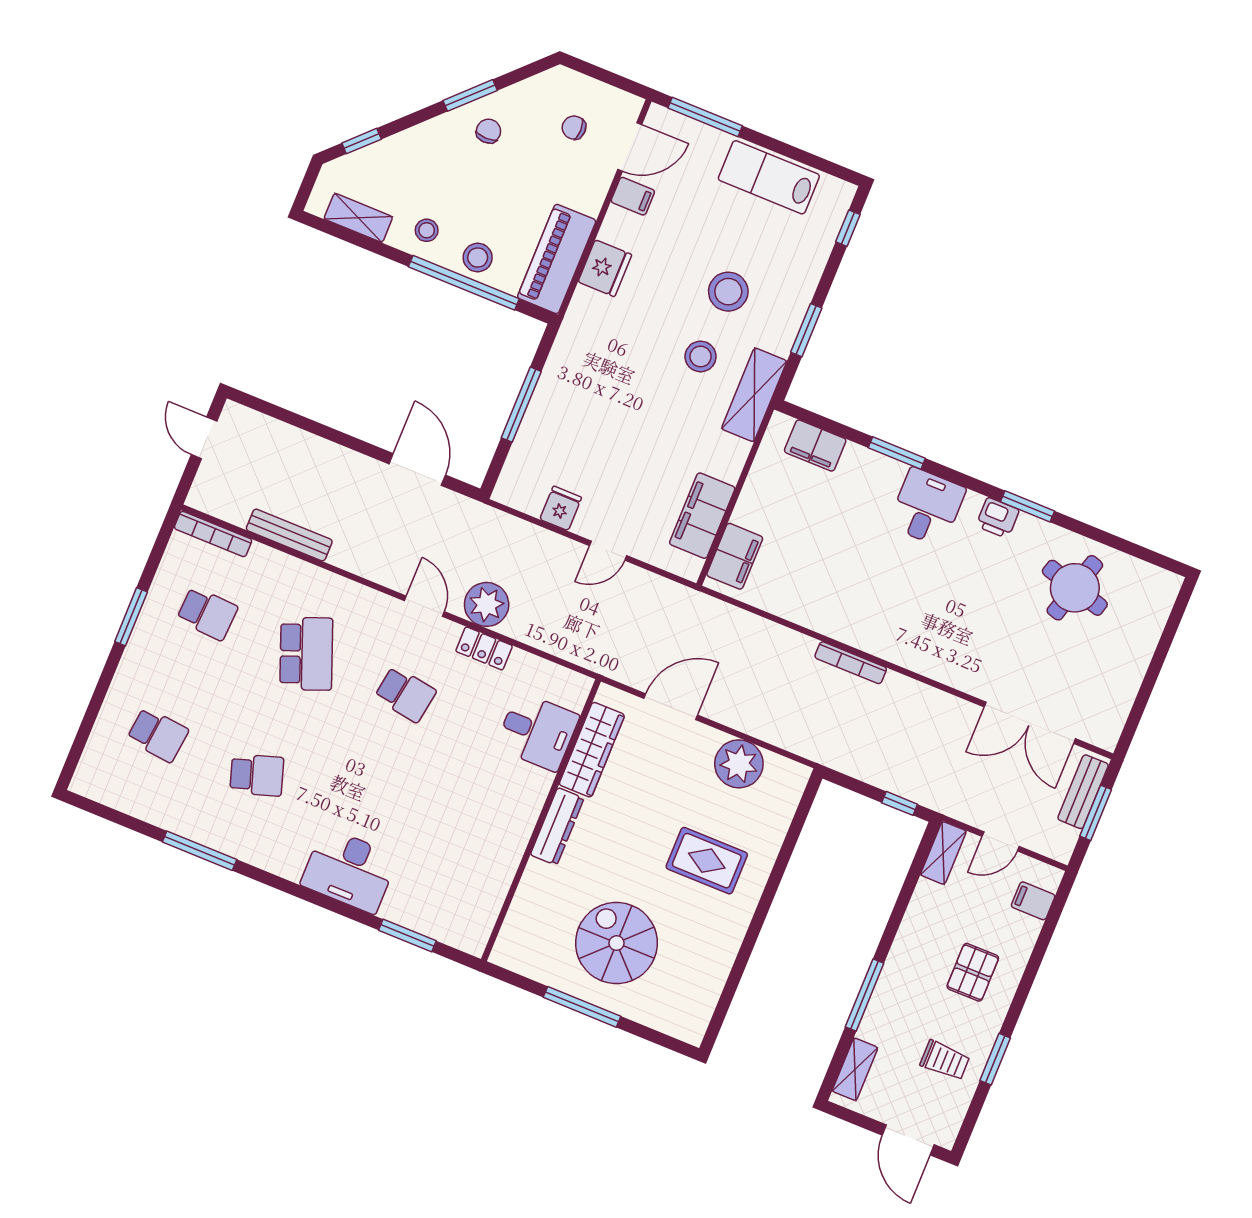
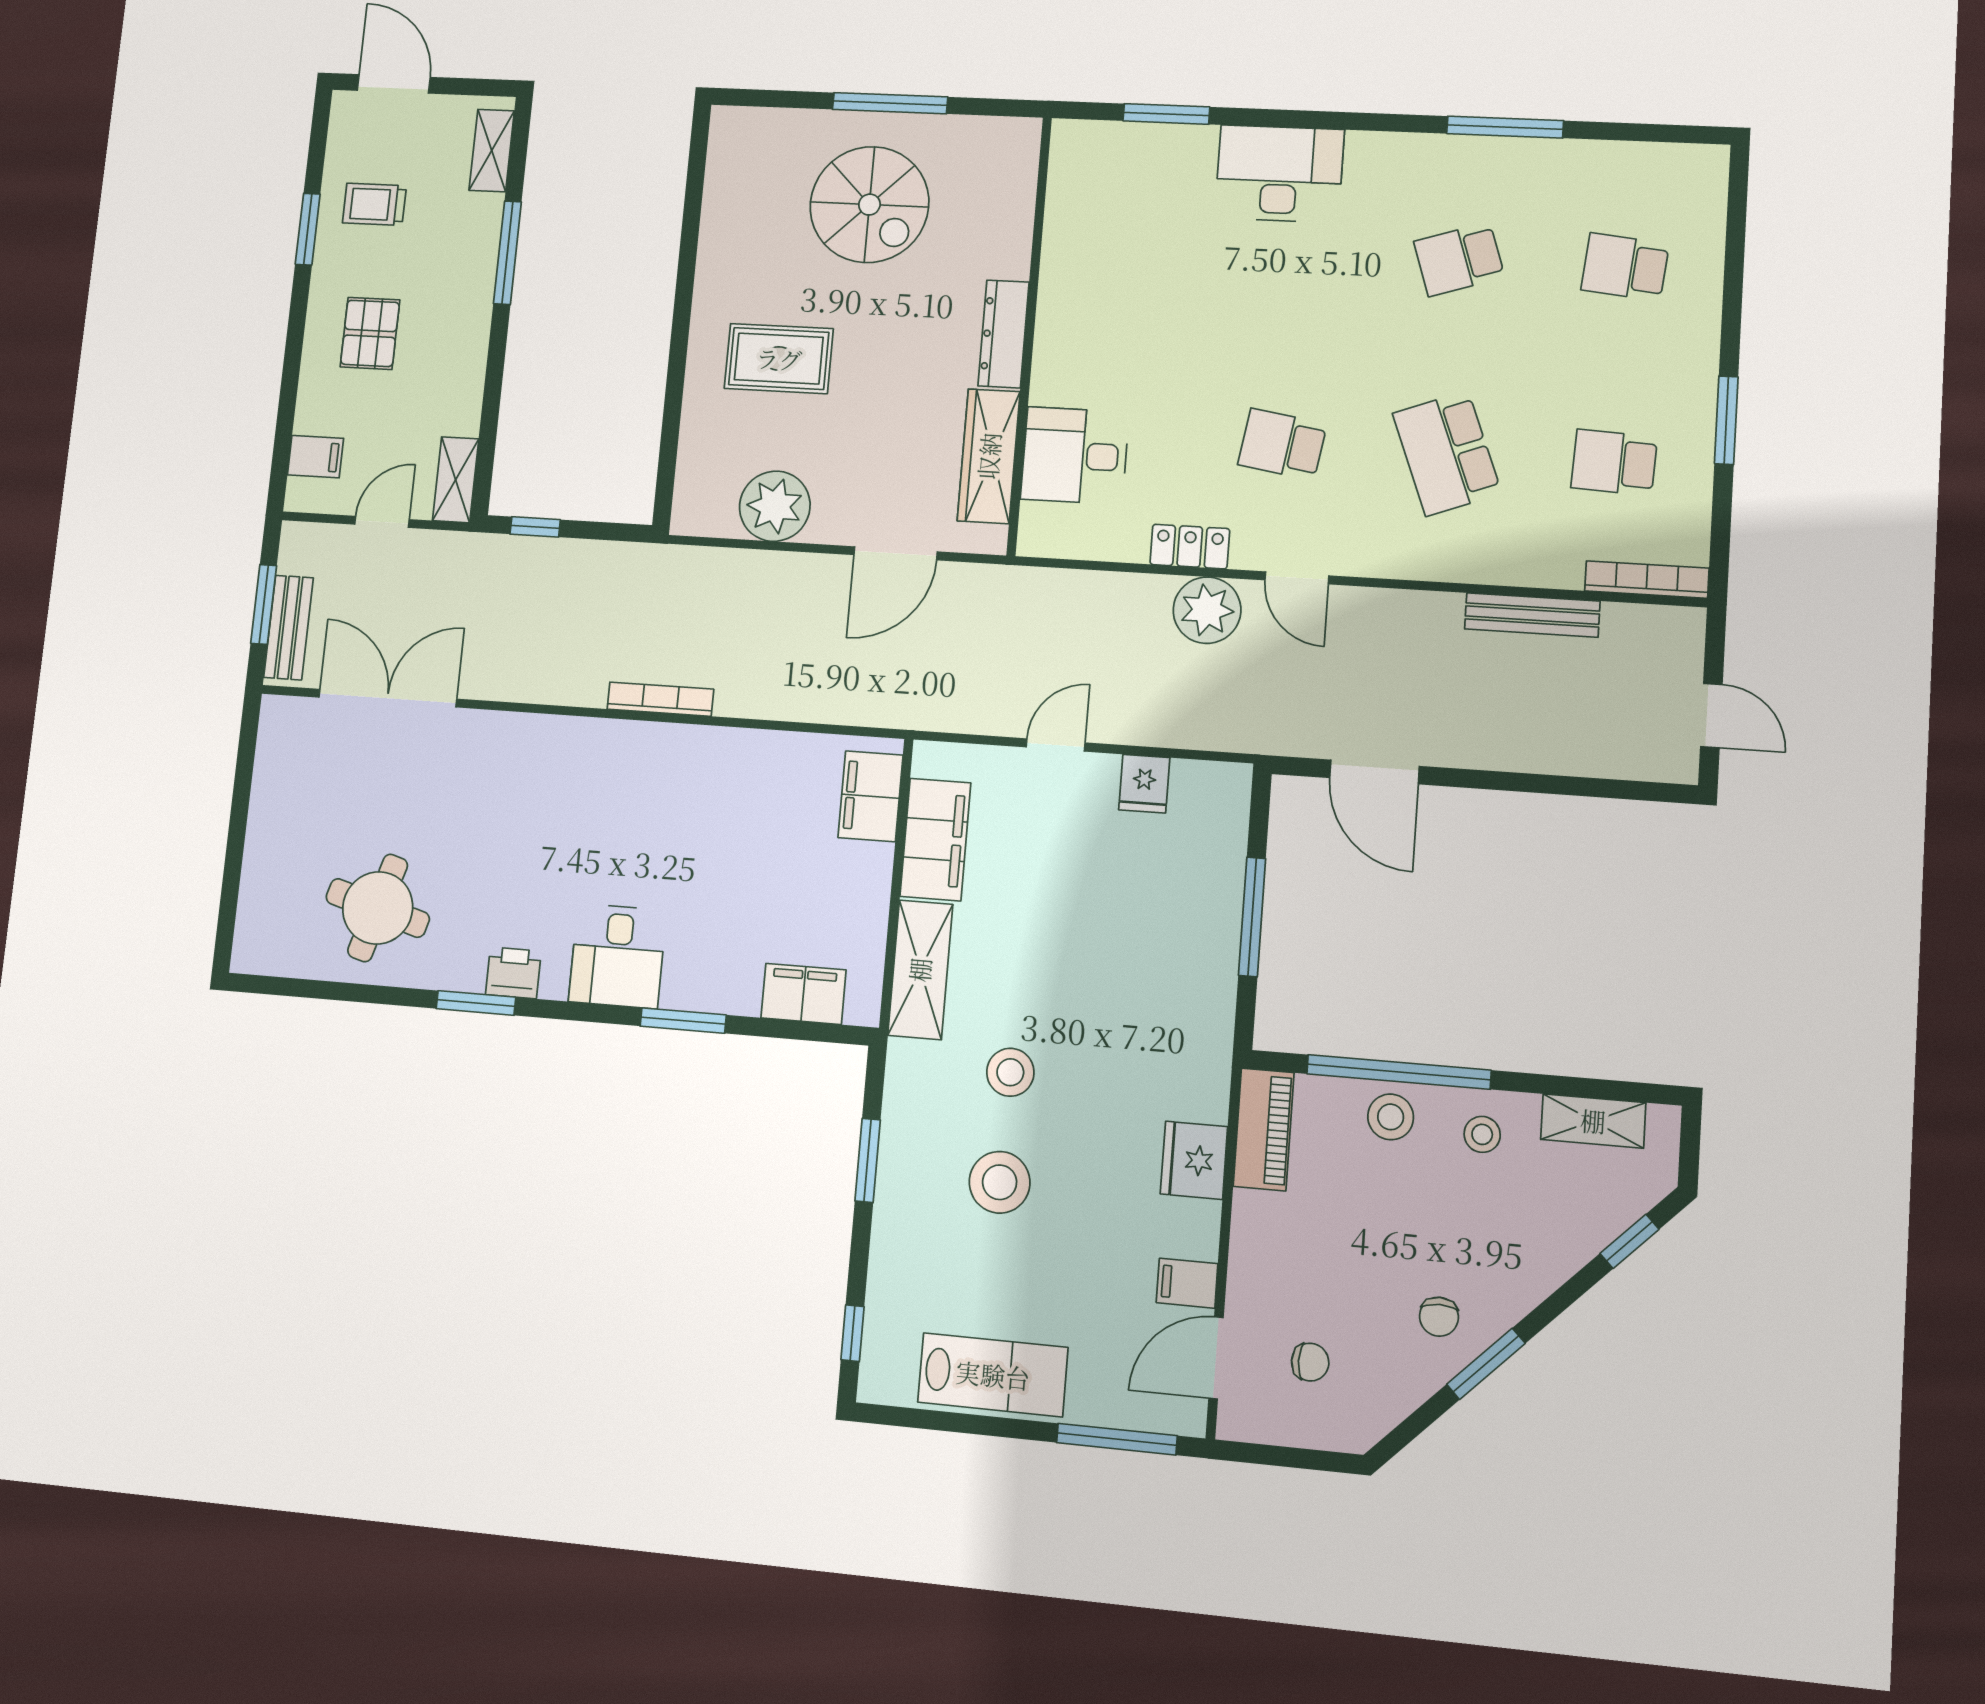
piano: (557, 259) -> (1264, 1129), width x0.73, depth x0.75
shelving: (754, 395) -> (920, 970), moved

